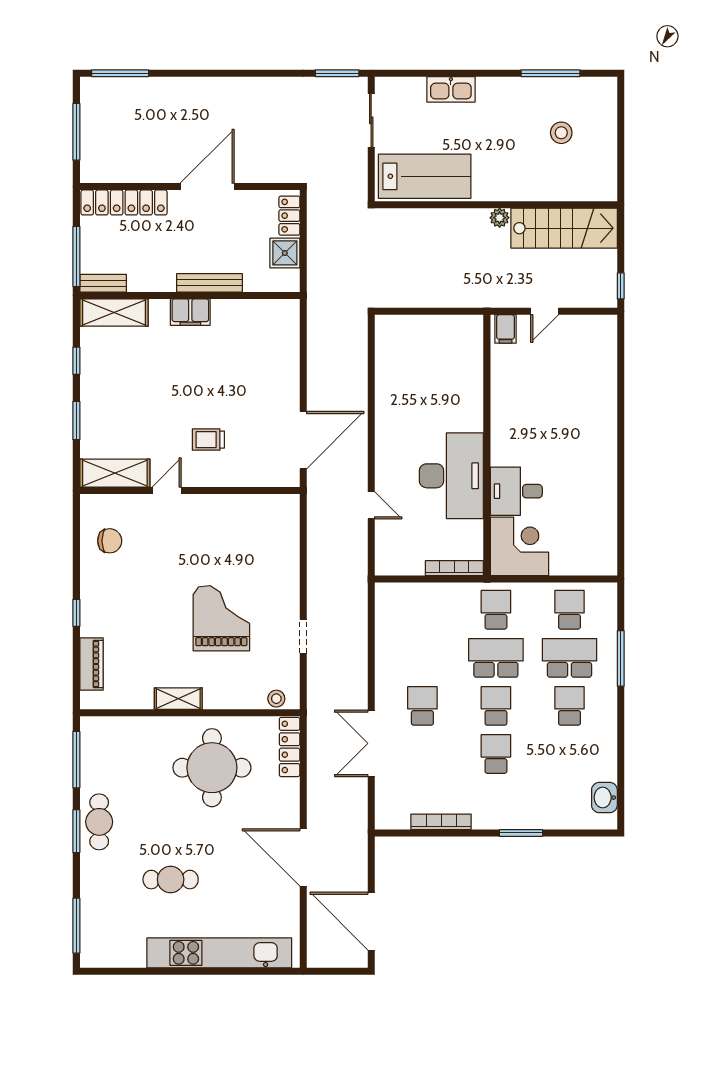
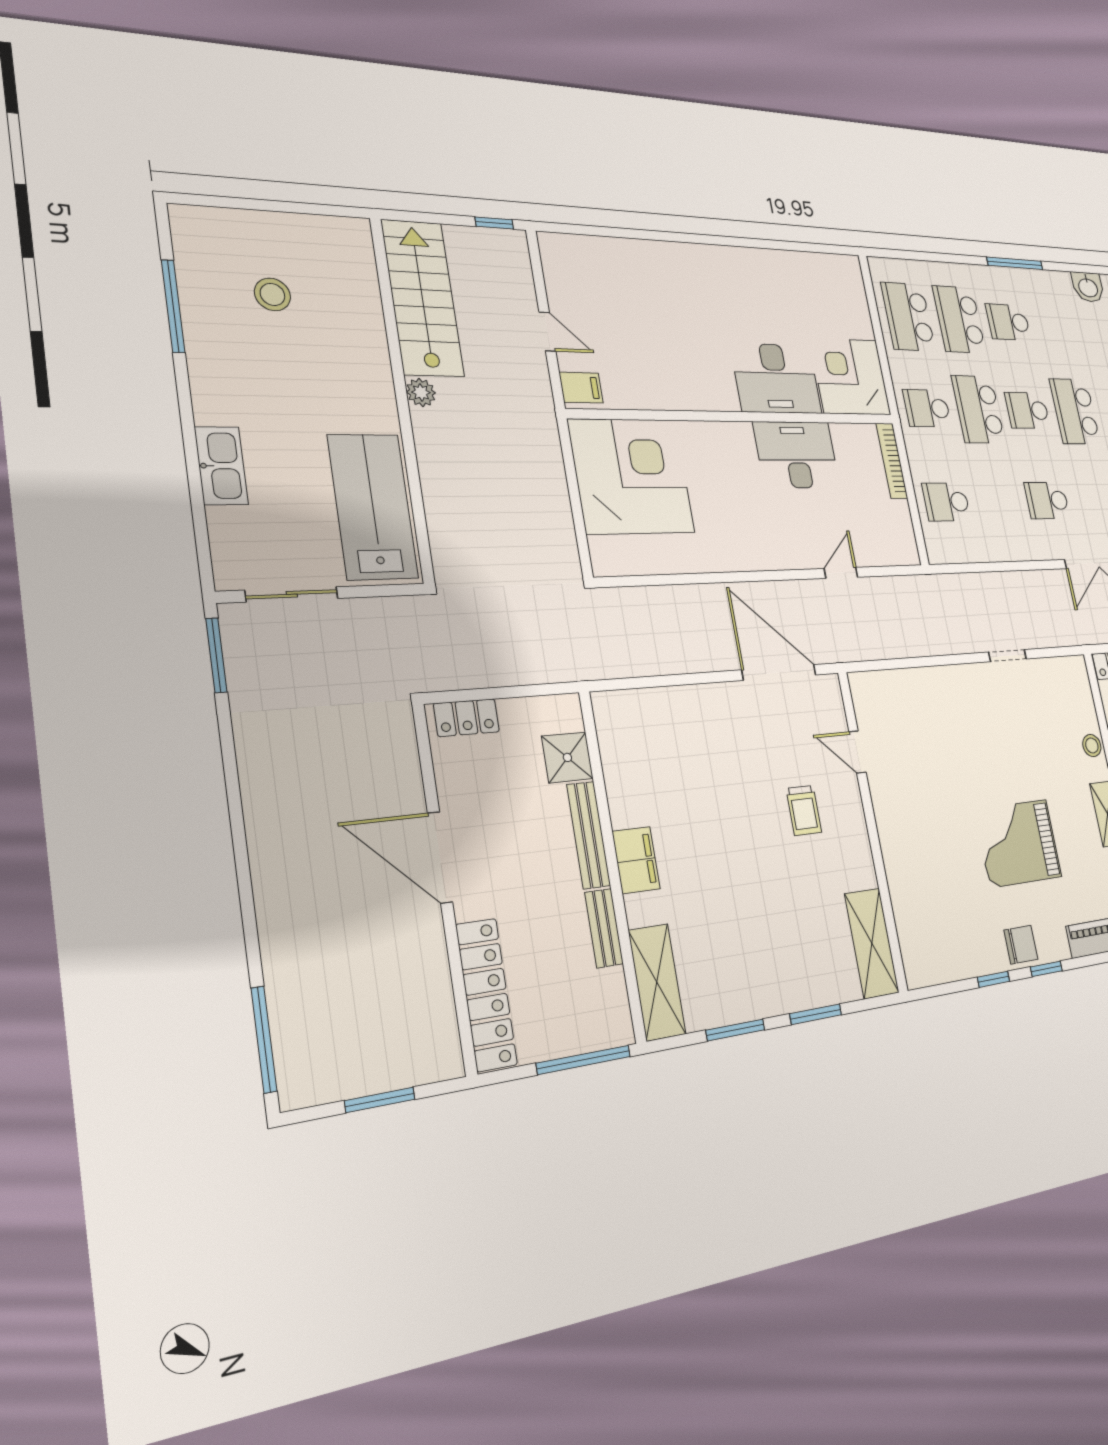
window: (76, 132) -> (380, 1100), width x0.69
shower: (285, 253) -> (567, 757), moved
bench: (103, 283) -> (604, 928), moved
corner desk: (443, 355) -> (631, 476), added
window: (76, 361) -> (735, 1030), width x1.50
desk: (451, 476) -> (797, 455), width x0.73, depth x0.77
door: (167, 490) -> (857, 752), moved
desk: (516, 491) -> (776, 378), width x1.37
chair: (110, 541) -> (1021, 945), moved, turned 90
window: (76, 566) -> (993, 979), added
school desk: (422, 610) -> (946, 502), added
school desk: (569, 610) -> (908, 317), width x1.85
grand piano: (221, 618) -> (1018, 843), moved
window: (621, 658) -> (1015, 263), moved
stool: (276, 699) -> (1092, 746), moved
school desk: (496, 754) -> (1075, 411), width x1.85

